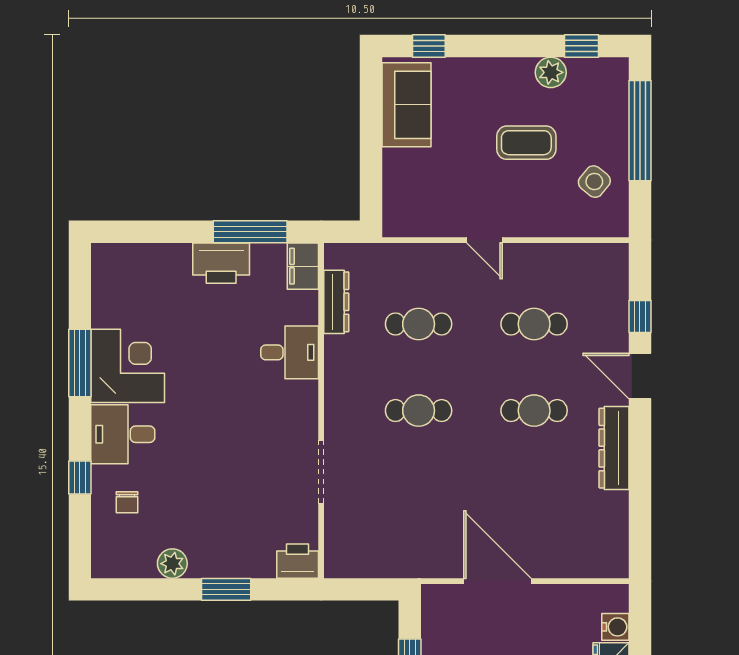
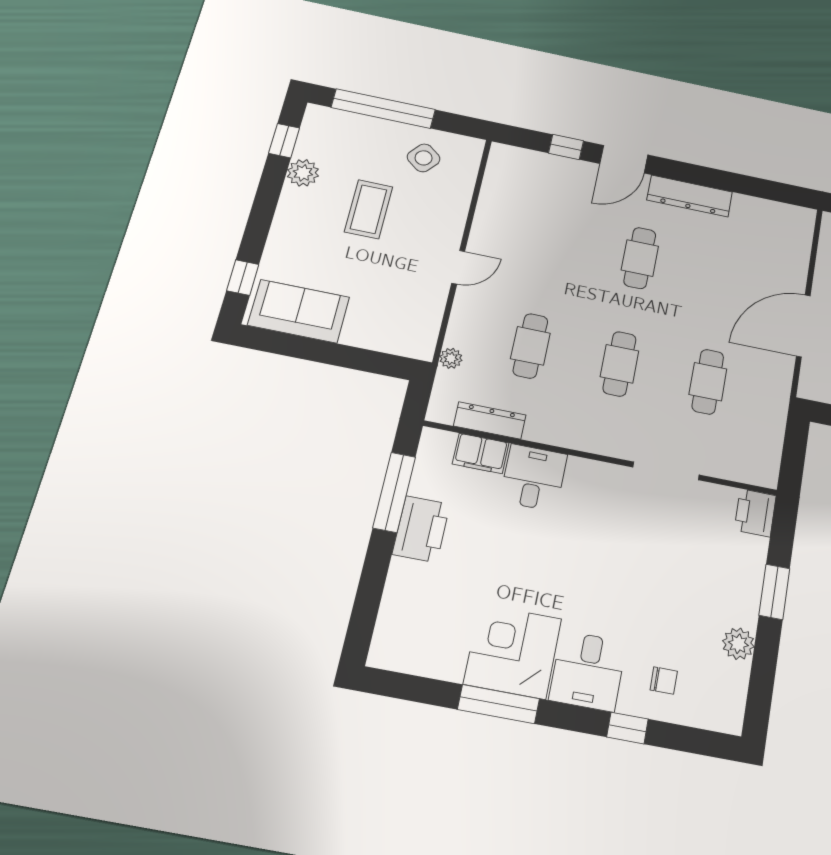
plant: (390, 253) -> (451, 358), added
filing cabinet: (303, 266) -> (481, 453), moved
cafe table: (534, 324) -> (708, 382), moved

